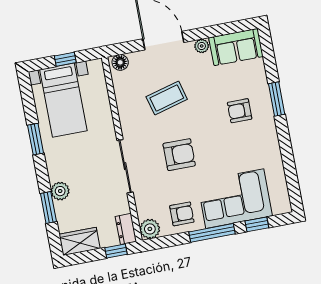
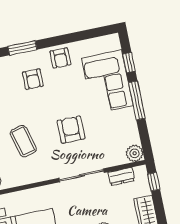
armchair: (182, 214) -> (60, 58), moved, turned 180
dresser: (126, 229) -> (121, 176), moved

